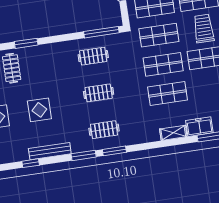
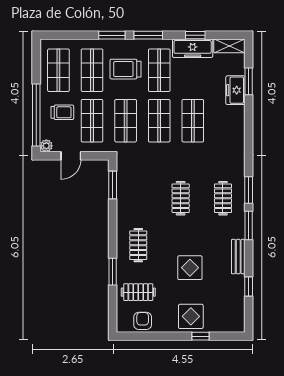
window: (101, 32) -> (113, 185), width x0.69
clothes rail: (93, 56) -> (138, 245), moved
shelving: (173, 133) -> (238, 121), removed
bench: (50, 151) -> (238, 257), width x0.73

